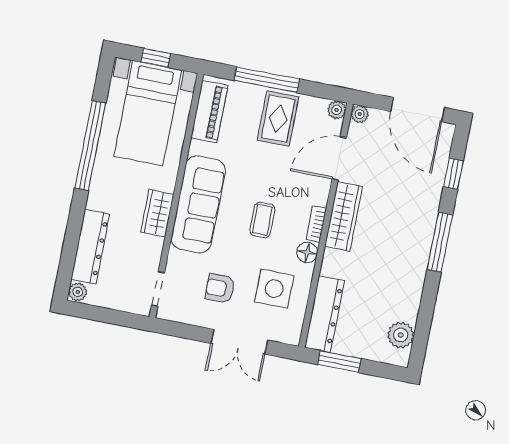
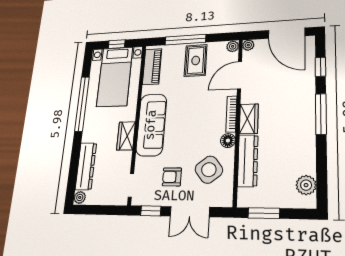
wardrobe: (344, 216) -> (249, 119), width x0.67
coffee table: (262, 220) -> (194, 126), removed
bookcase: (316, 224) -> (231, 114), width x1.56
side table: (274, 289) -> (209, 170), turned -38
dresser: (325, 314) -> (248, 161), moved
window: (184, 331) -> (151, 211), added

